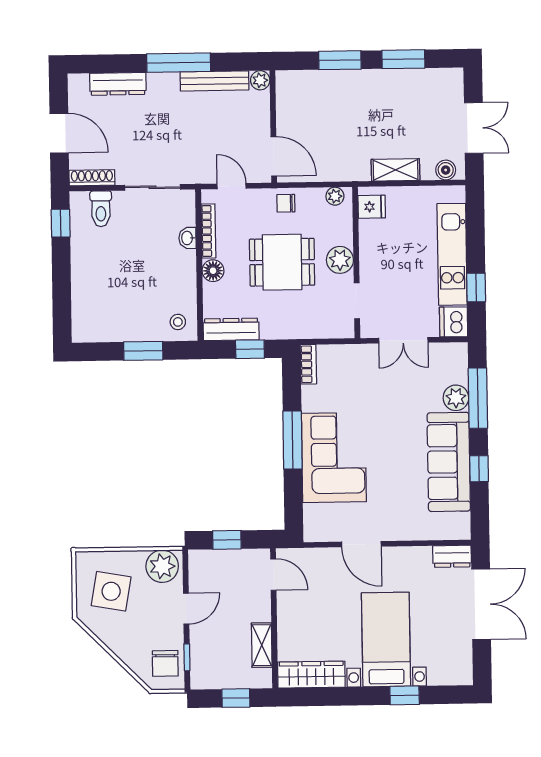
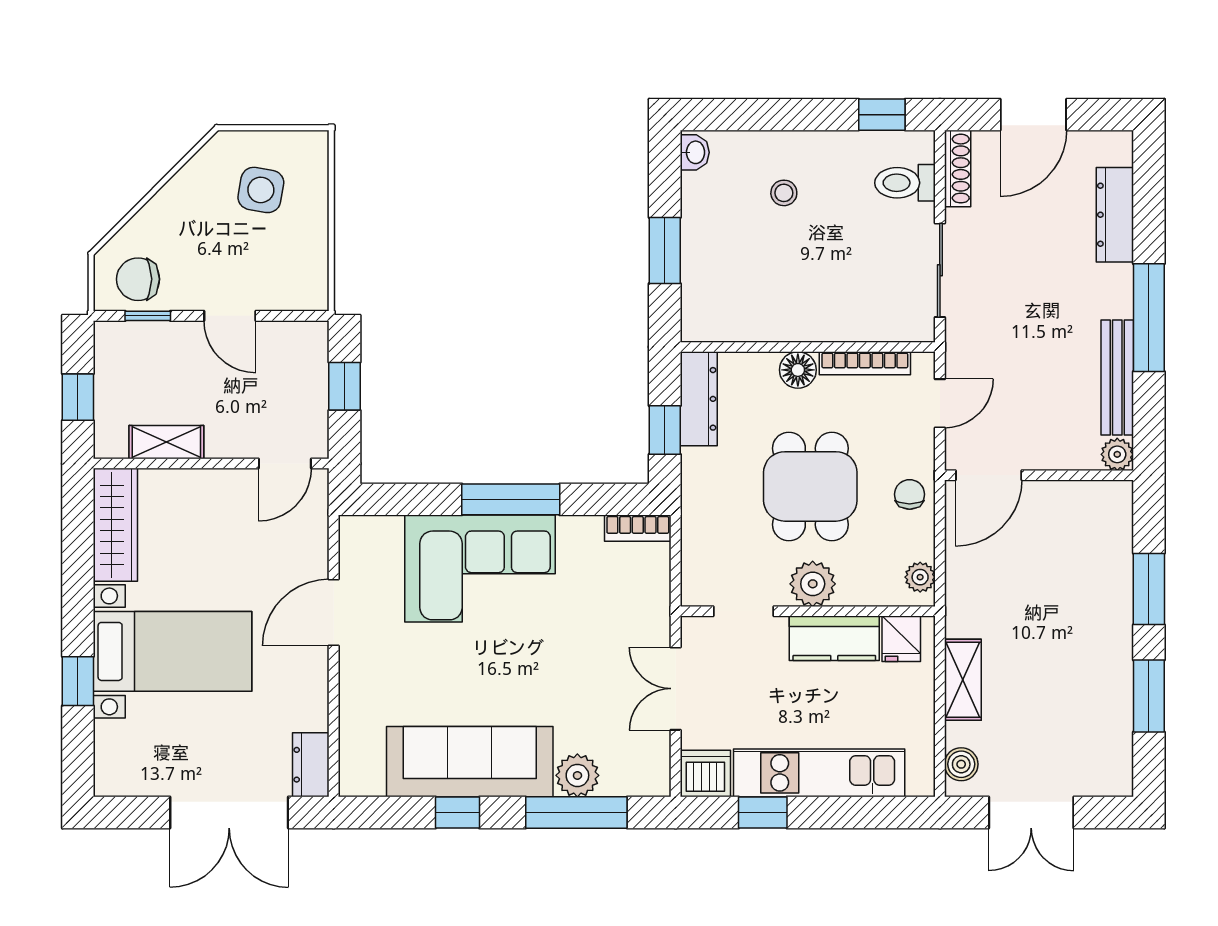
washbasin: (188, 238) -> (695, 152), moved, turned 90
kitchen counter: (372, 247) -> (834, 638), added
stool: (178, 322) -> (784, 193), moved
plant: (162, 566) -> (302, 277), removed
side table: (111, 591) -> (261, 190), width x0.73, depth x0.73

